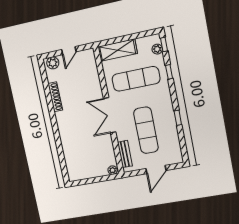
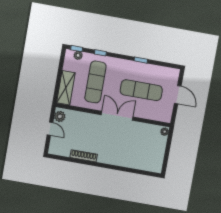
plant: (53, 63) -> (60, 116), moved
double door: (110, 115) -> (117, 116), swing flipped
bench: (125, 154) -> (155, 116), removed

